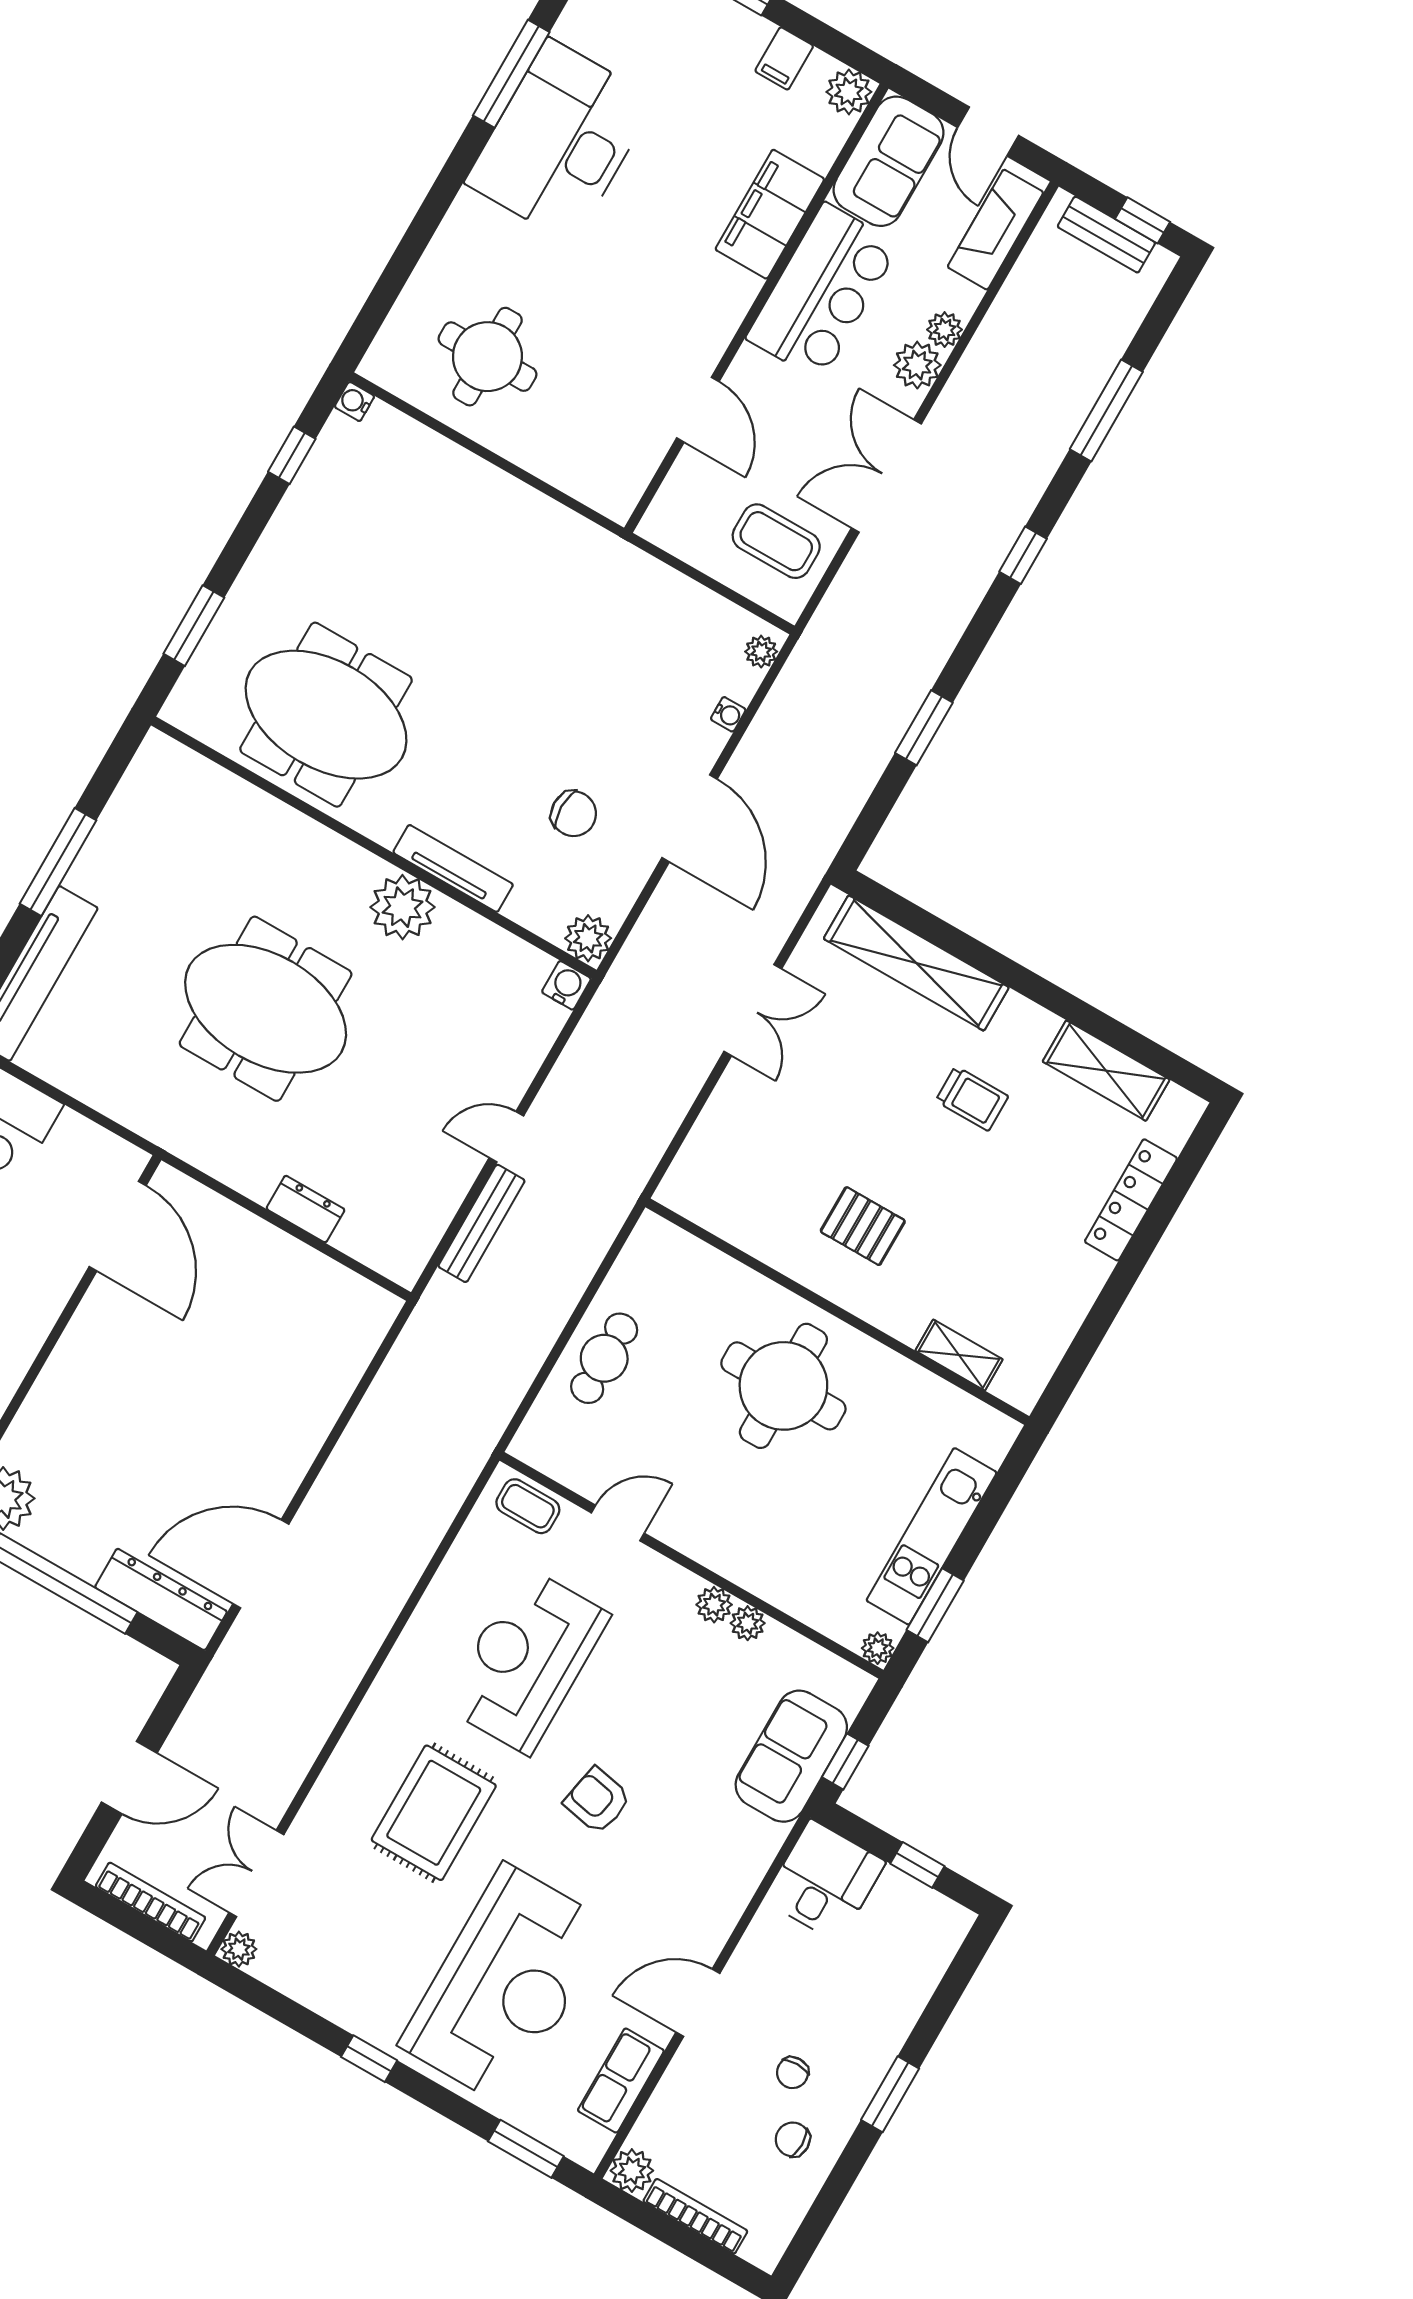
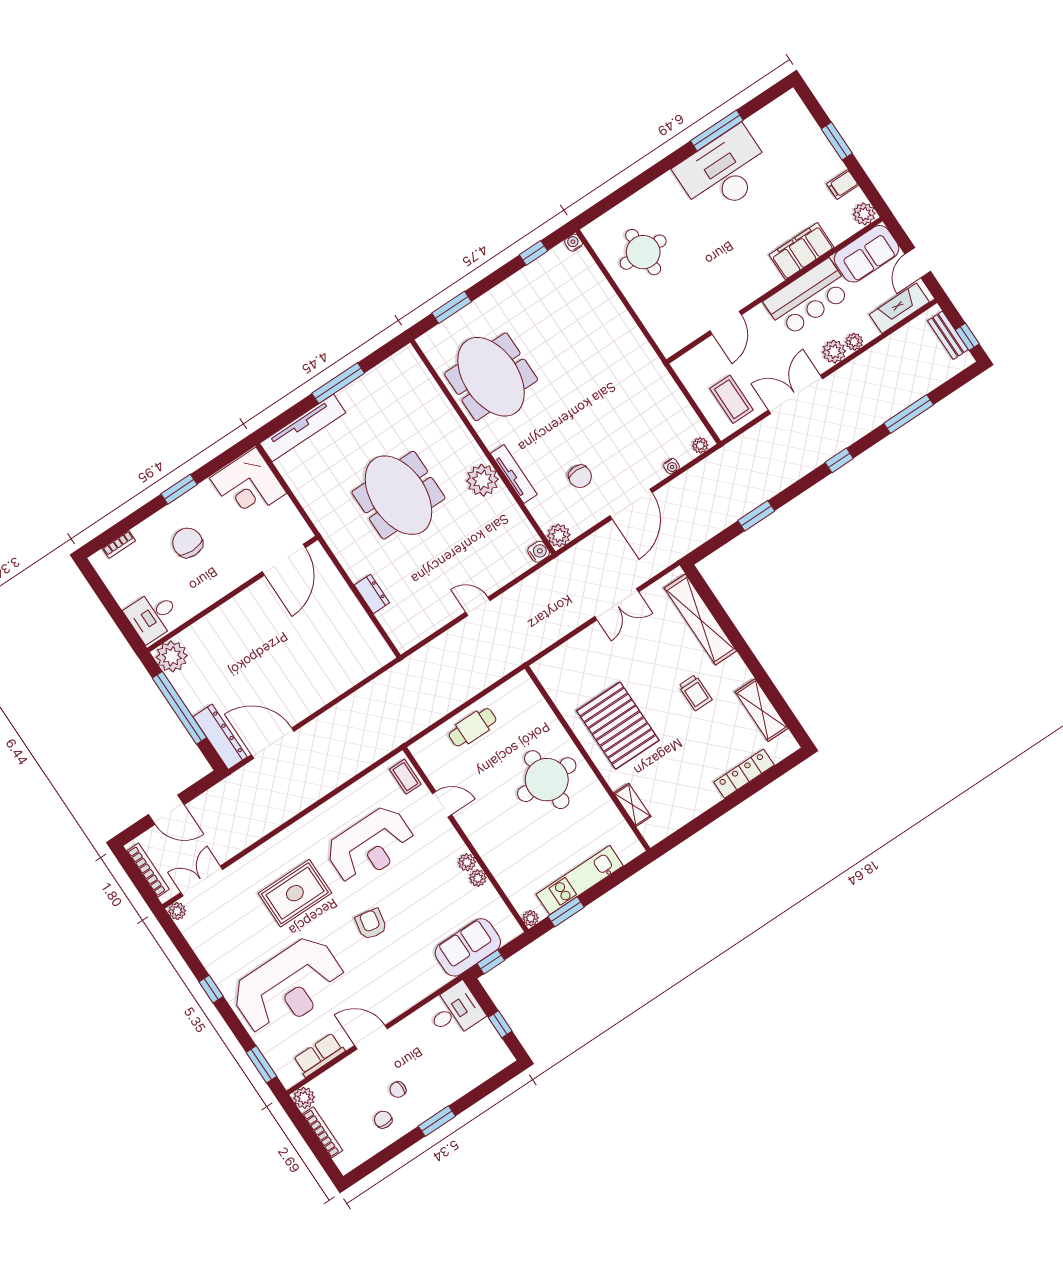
bench: (482, 1223) -> (448, 640), removed
pallet: (863, 1226) -> (618, 726), width x2.05, depth x2.00
reception desk: (526, 1660) -> (370, 845), turned 180

